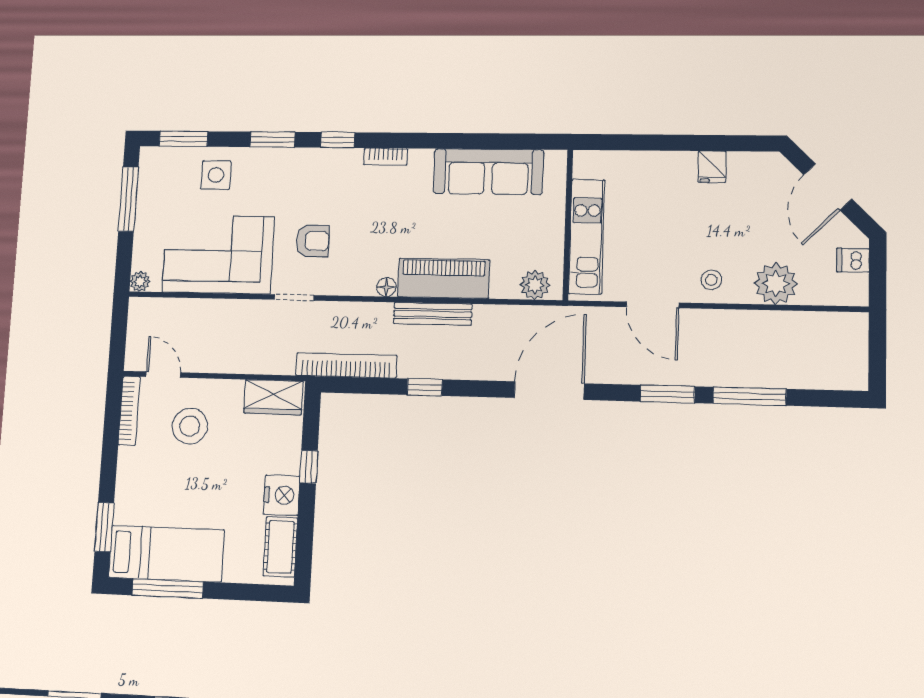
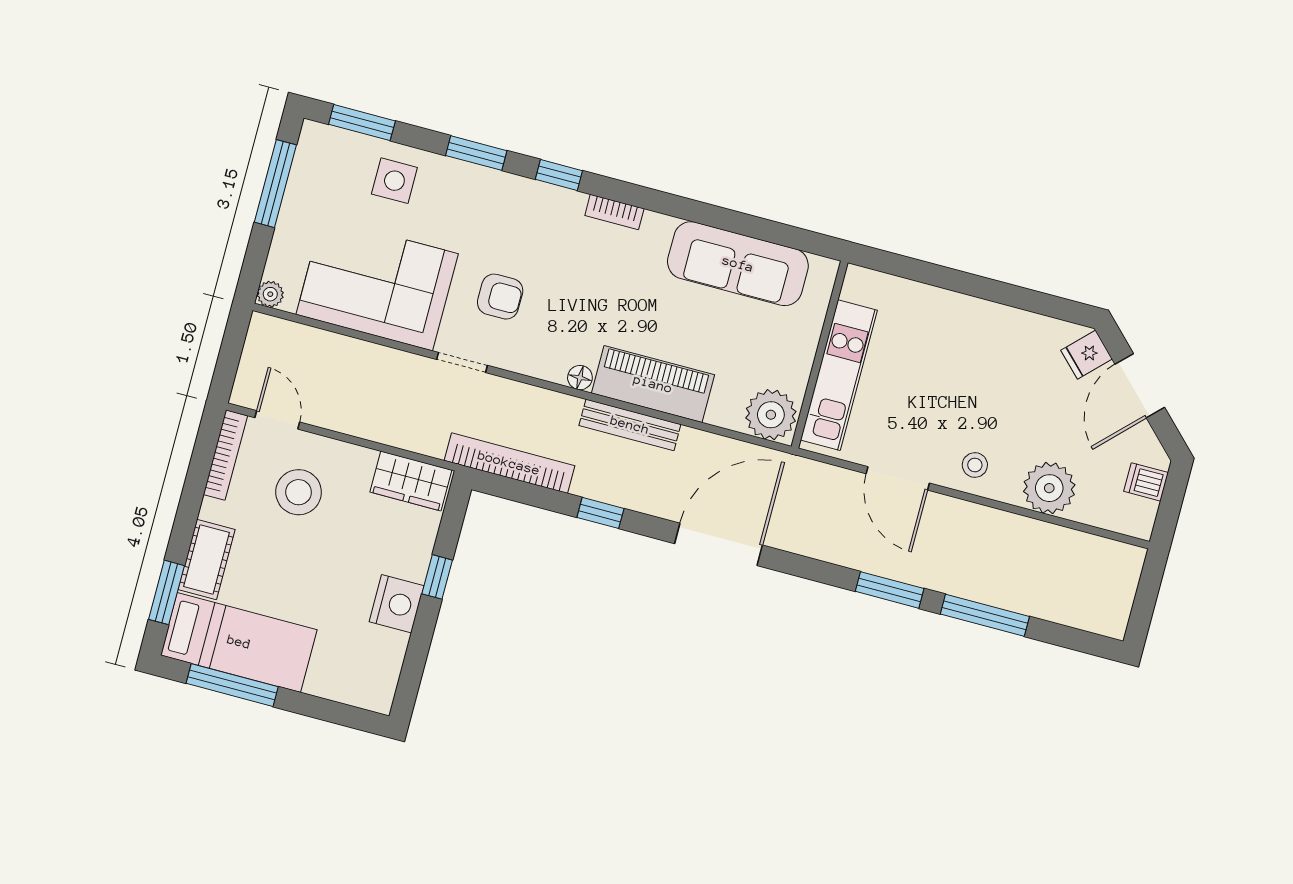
fridge: (712, 167) -> (1087, 355), moved, turned 45
plant: (535, 285) -> (771, 415), width x1.36, depth x1.36
door: (549, 391) -> (718, 544), moved
cot: (280, 547) -> (206, 559), moved

